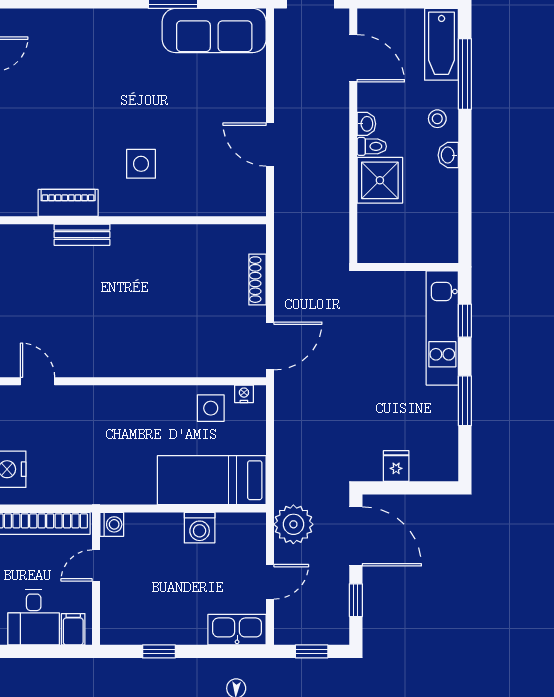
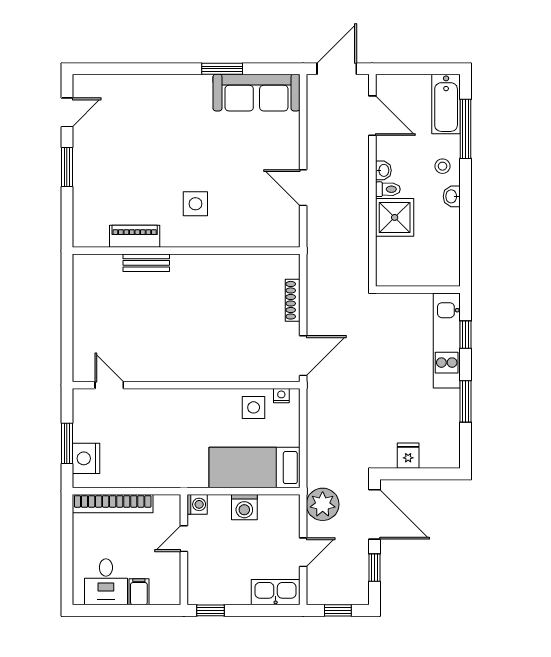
washing machine: (112, 524) -> (197, 504), moved
door: (96, 565) -> (184, 539), moved
wall: (96, 579) -> (184, 550), moved

